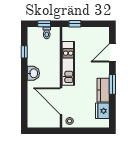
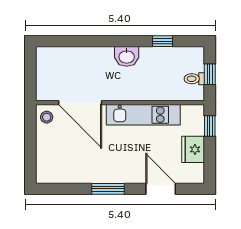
kitchen counter: (103, 90) -> (98, 173), removed
door: (61, 101) -> (80, 103), swing flipped
fridge: (102, 111) -> (193, 149), moved, turned -90

